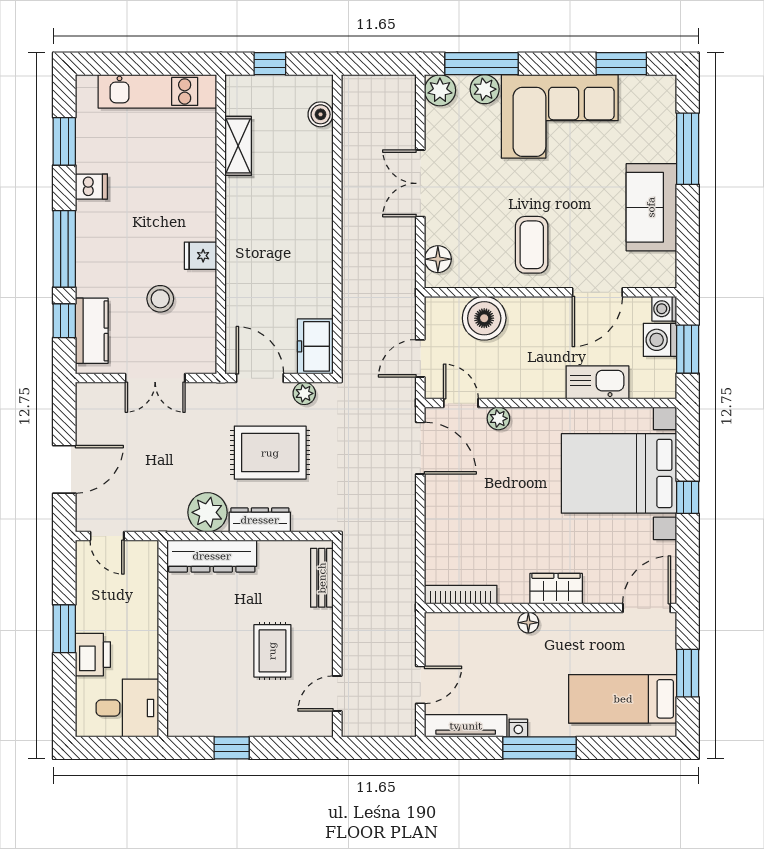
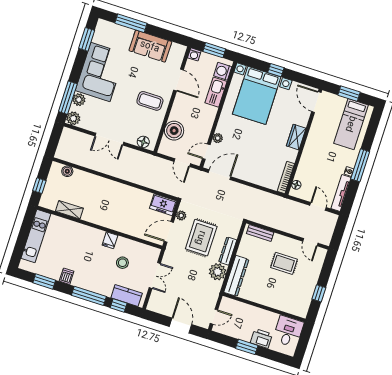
washing machine: (660, 340) -> (223, 71), moved, turned 90
floor lamp: (528, 623) -> (296, 185), moved

